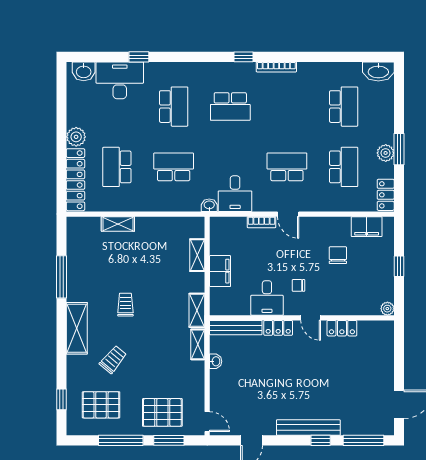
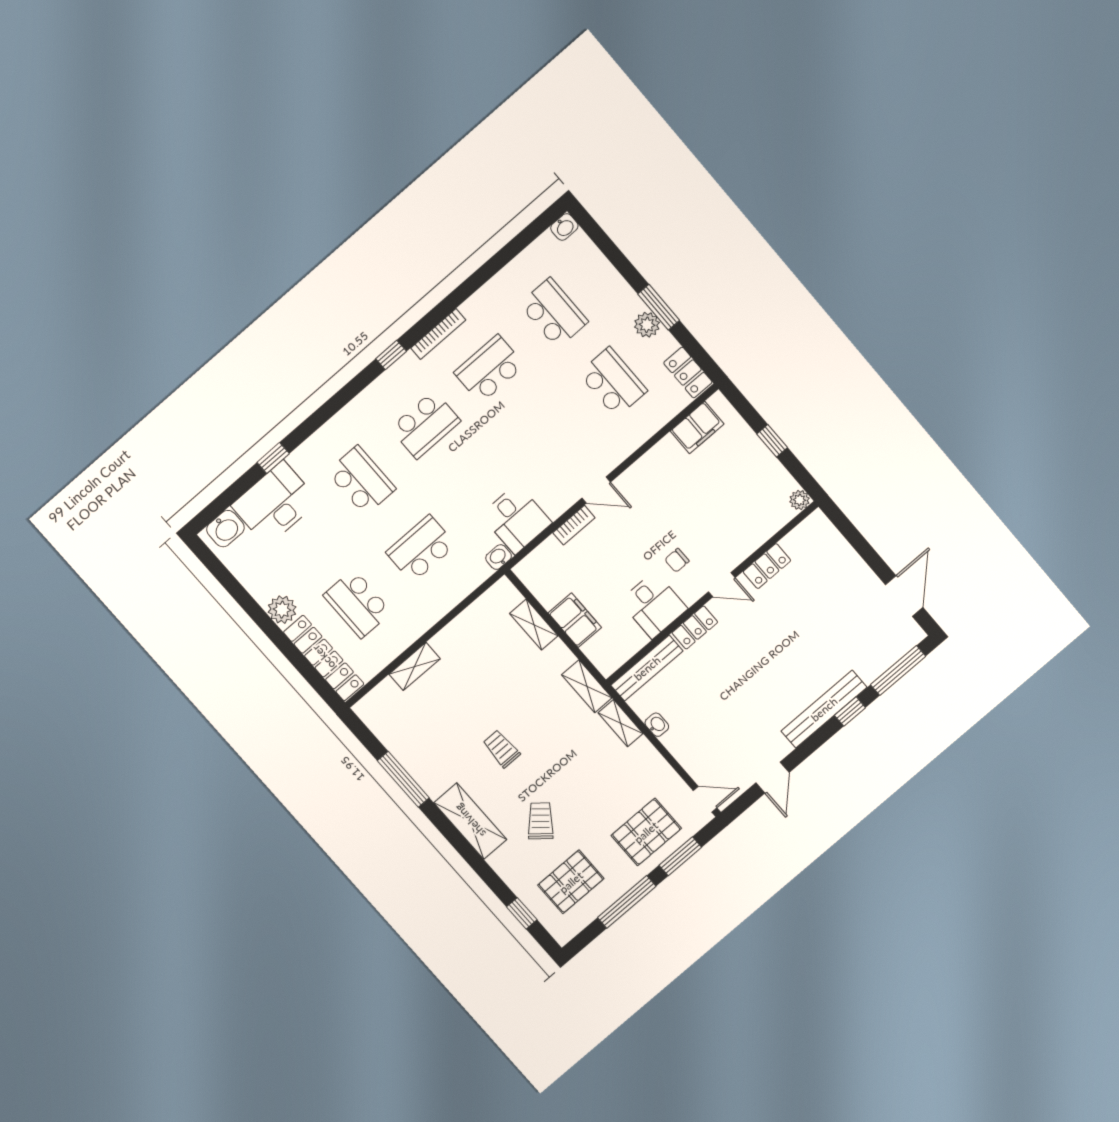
washbasin: (378, 71) -> (564, 227), width x0.52, depth x0.69
school desk: (287, 167) -> (489, 369), moved
chair: (338, 255) -> (692, 488), removed

